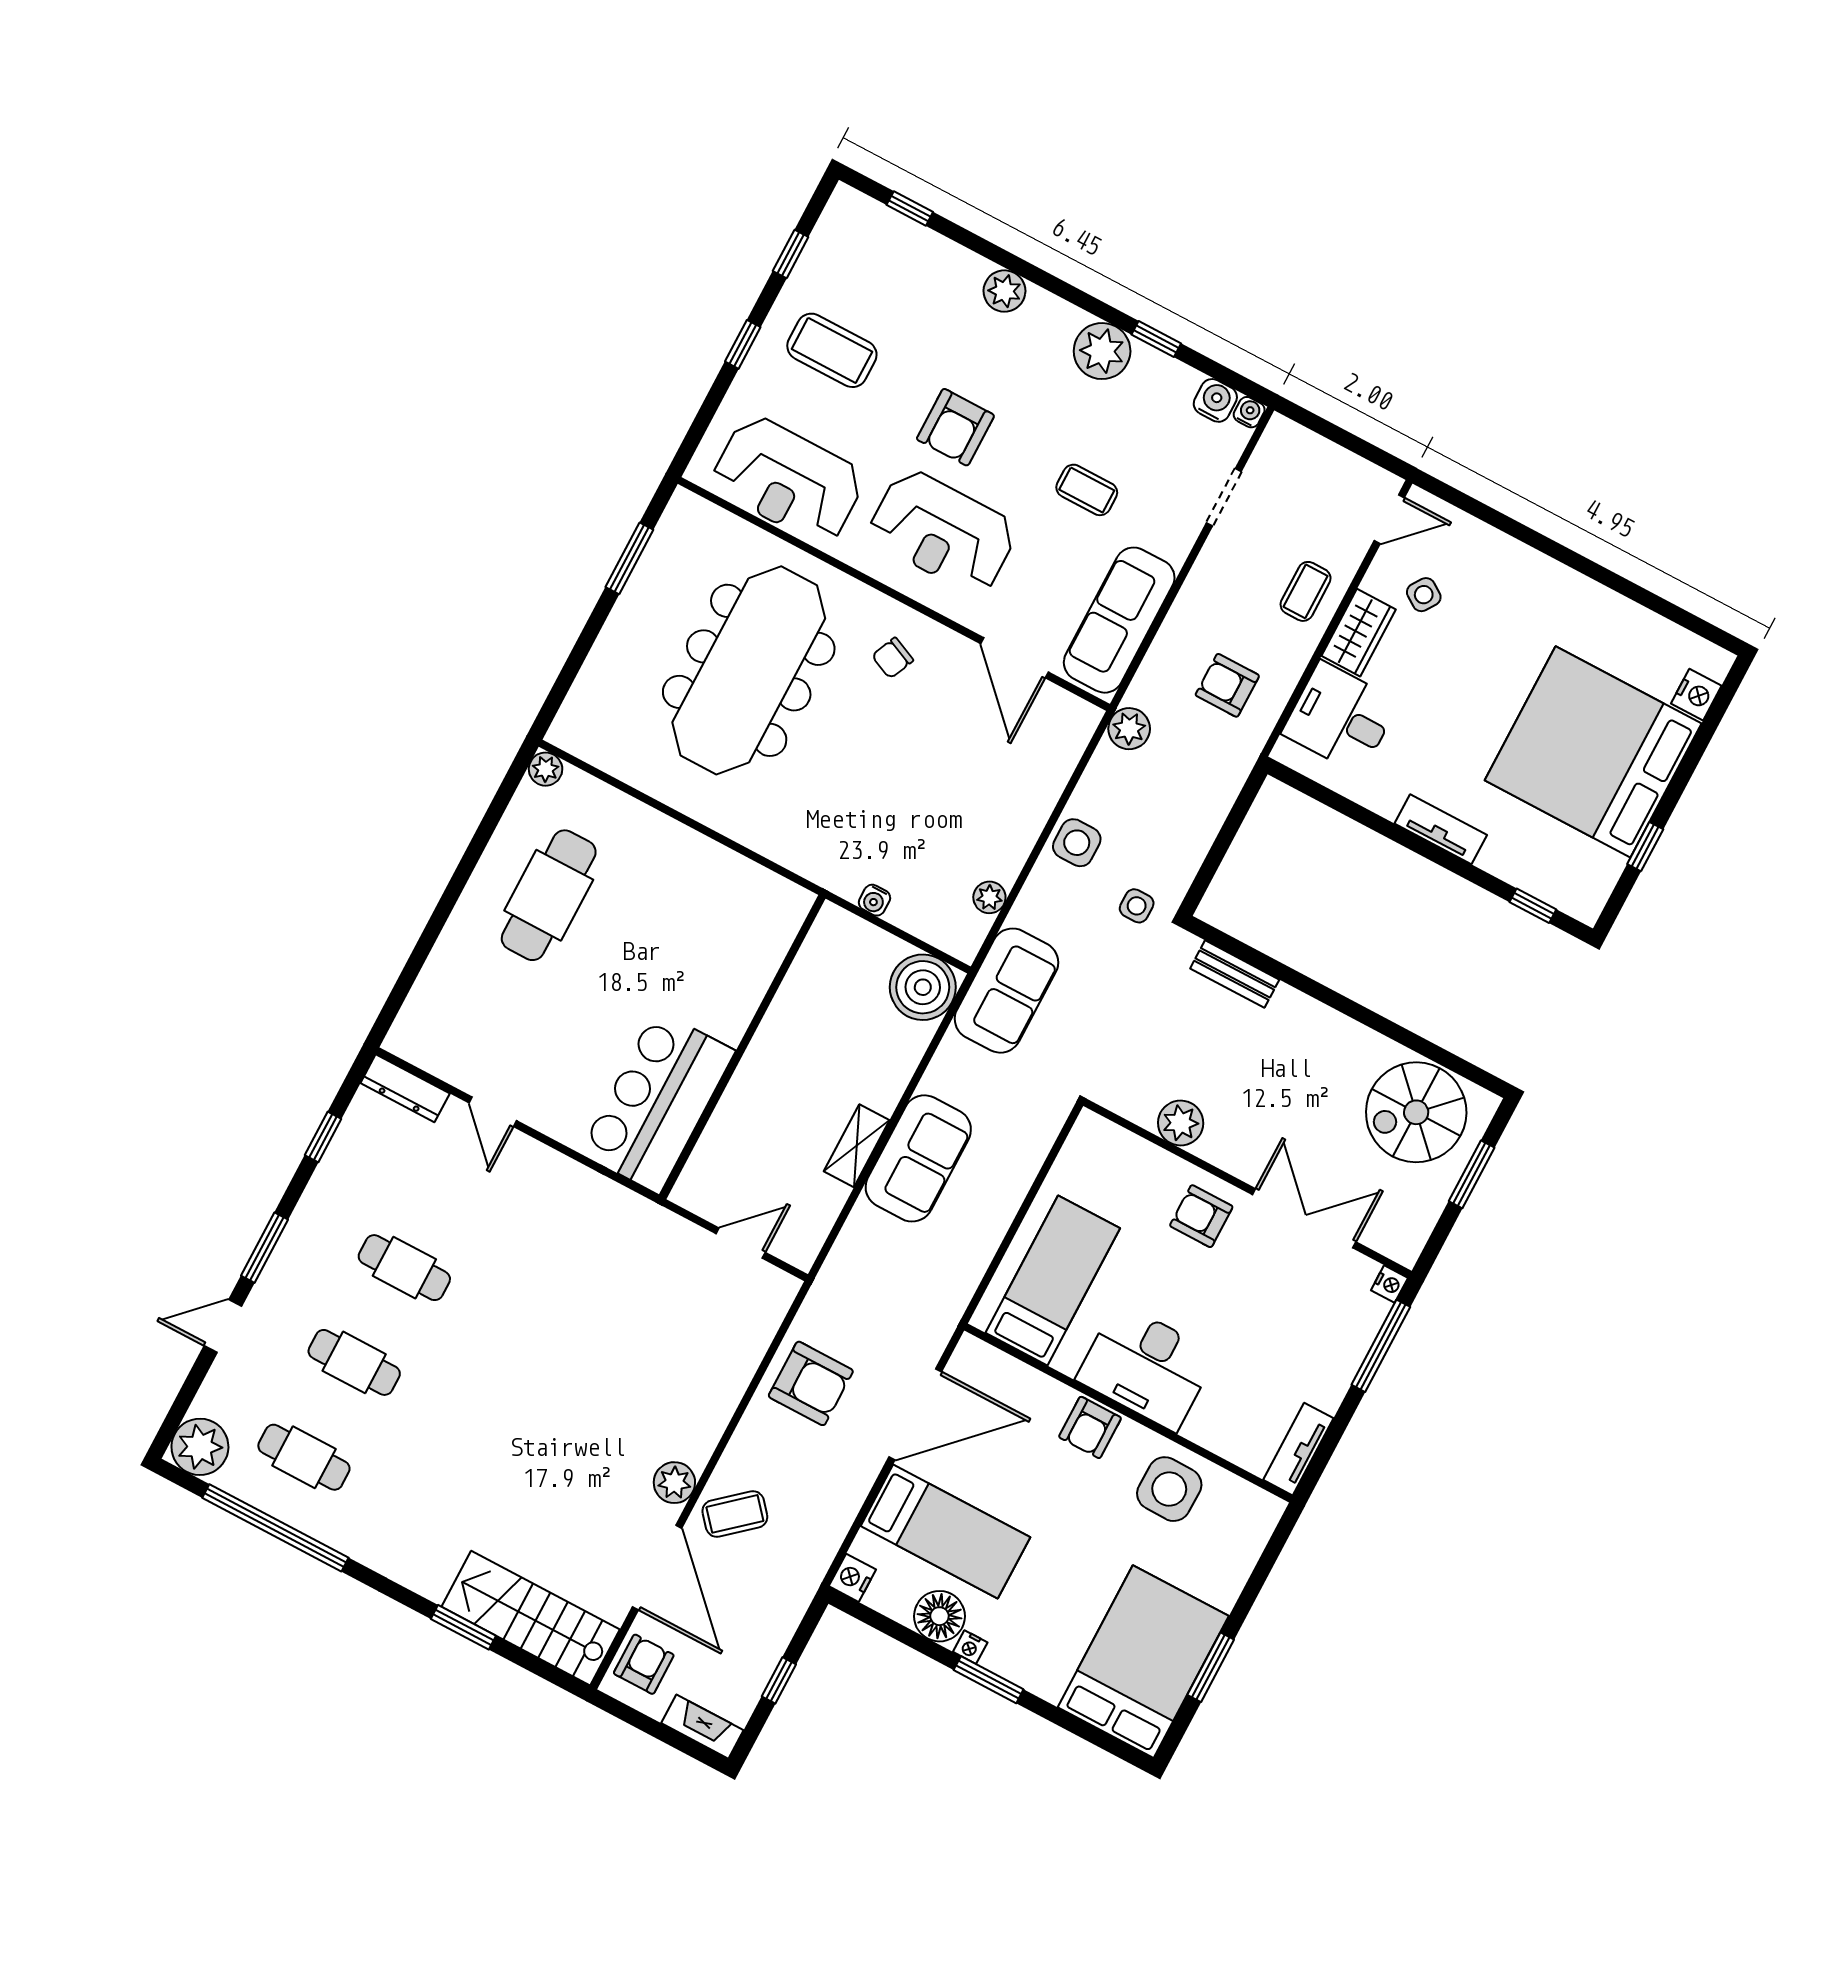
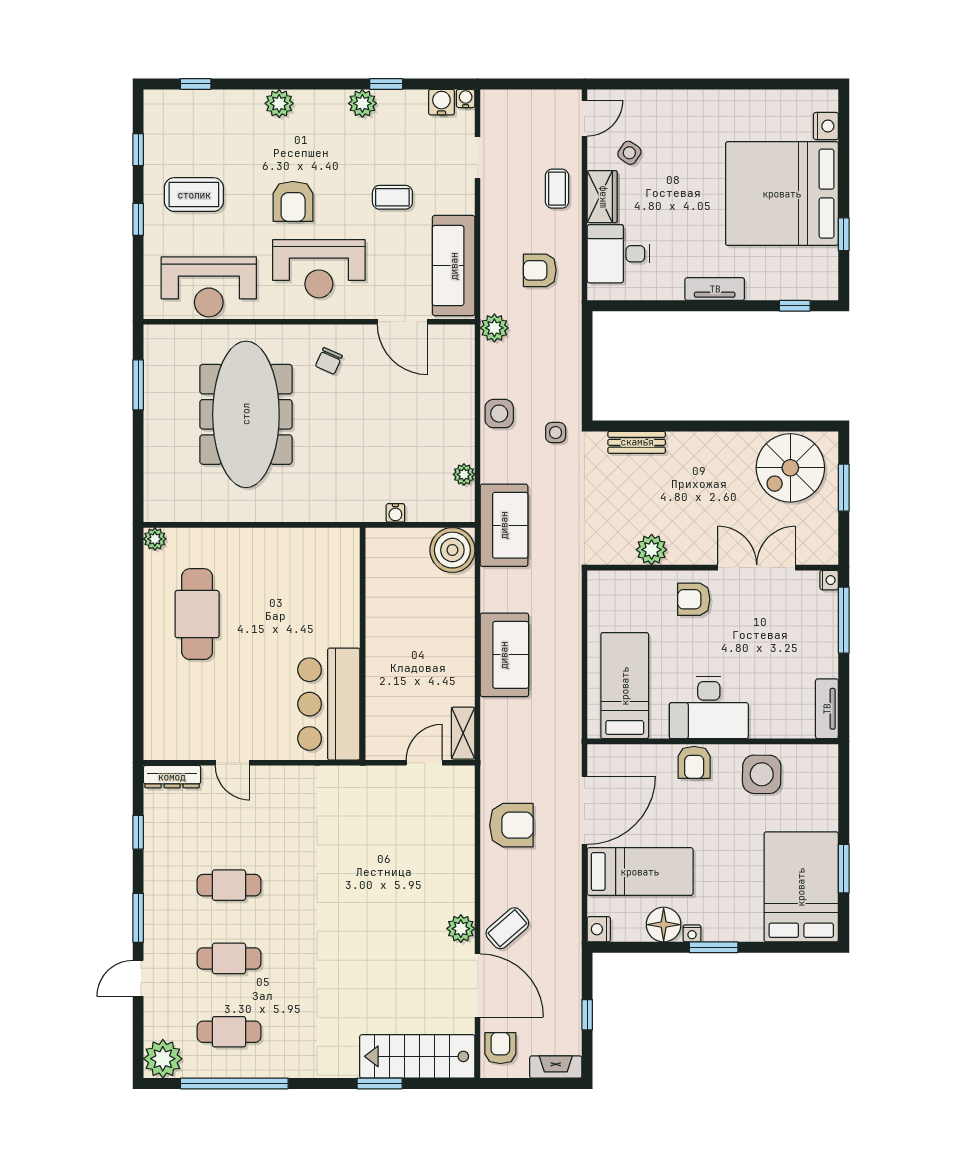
plant: (1102, 351) -> (362, 103), width x0.73, depth x0.73
shelving: (857, 1146) -> (463, 733), moved

